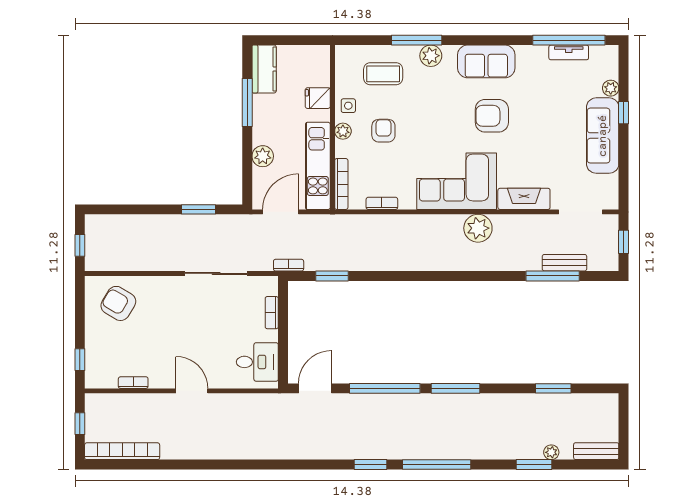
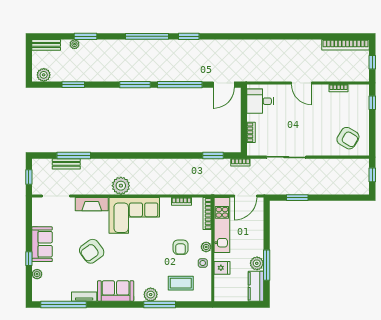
tv unit: (569, 52) -> (84, 297), moved
armchair: (492, 116) -> (92, 251), moved, turned 144
sofa: (603, 136) -> (42, 244), width x0.73
plant: (263, 156) -> (257, 263), moved
plant: (600, 404) -> (44, 75), added

